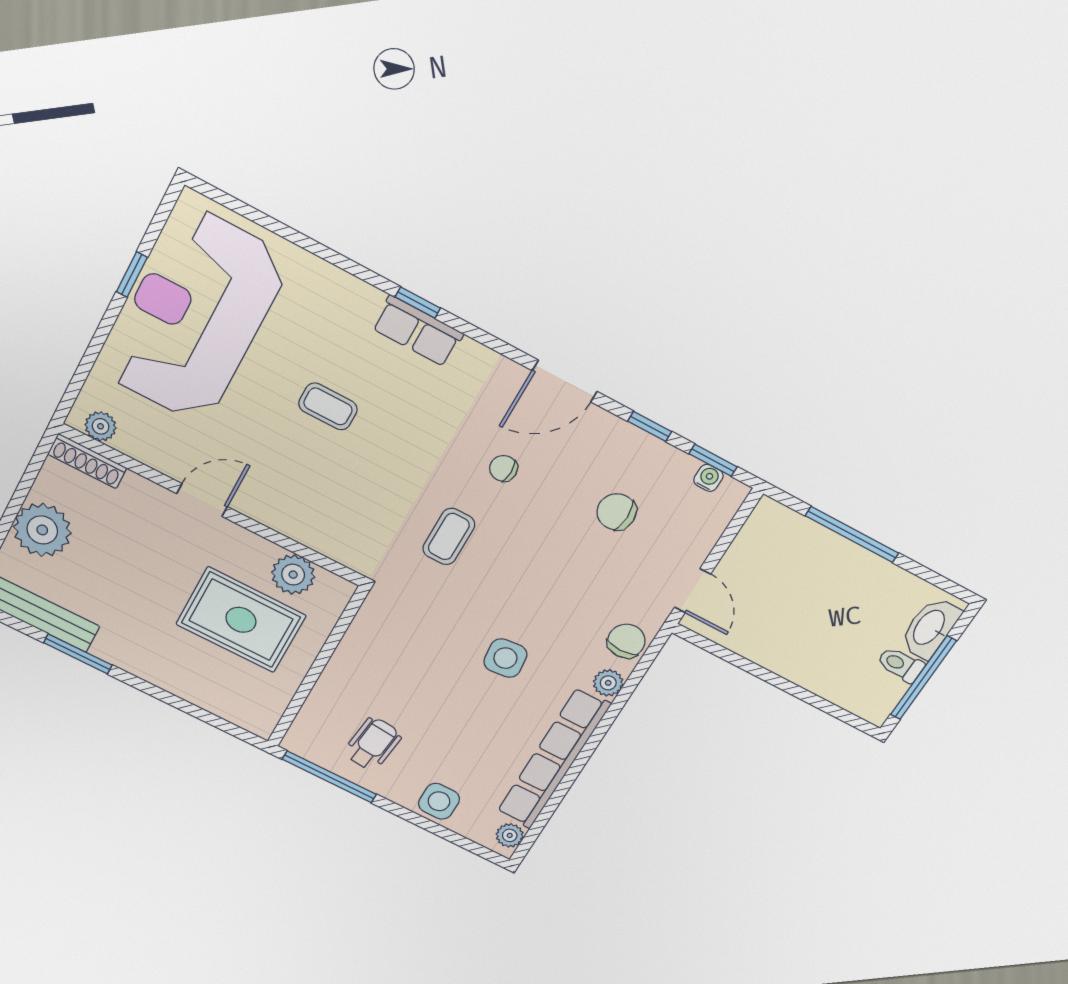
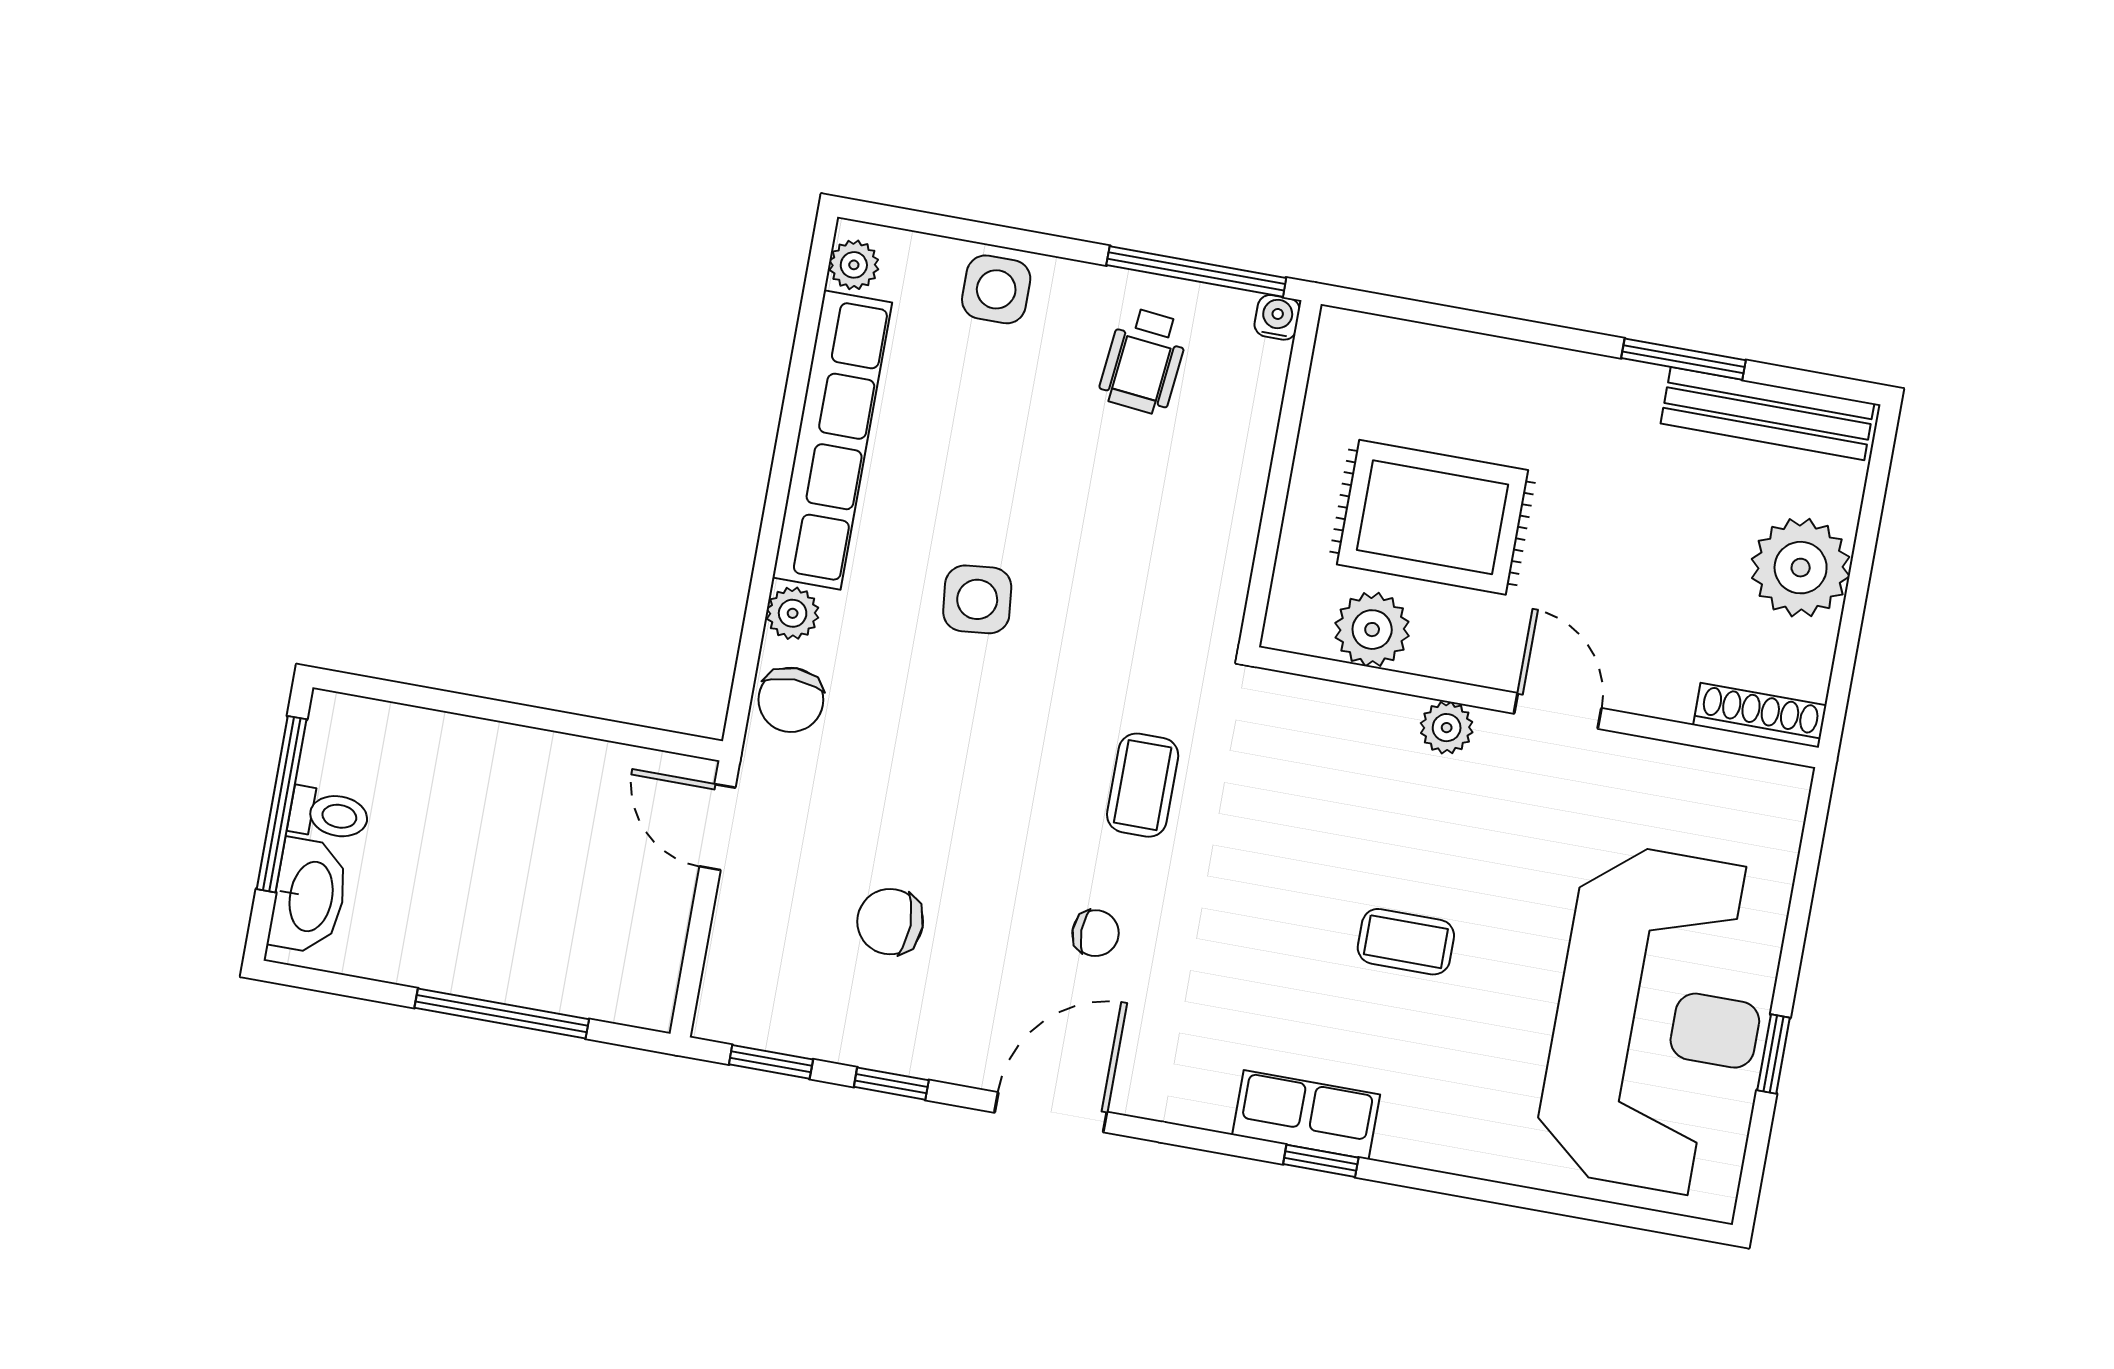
plant: (101, 426) -> (1447, 728), moved
water cooler: (708, 478) -> (1277, 317), moved, turned 180
door: (202, 500) -> (1558, 711), swing flipped
chair: (617, 512) -> (890, 922), turned 180

